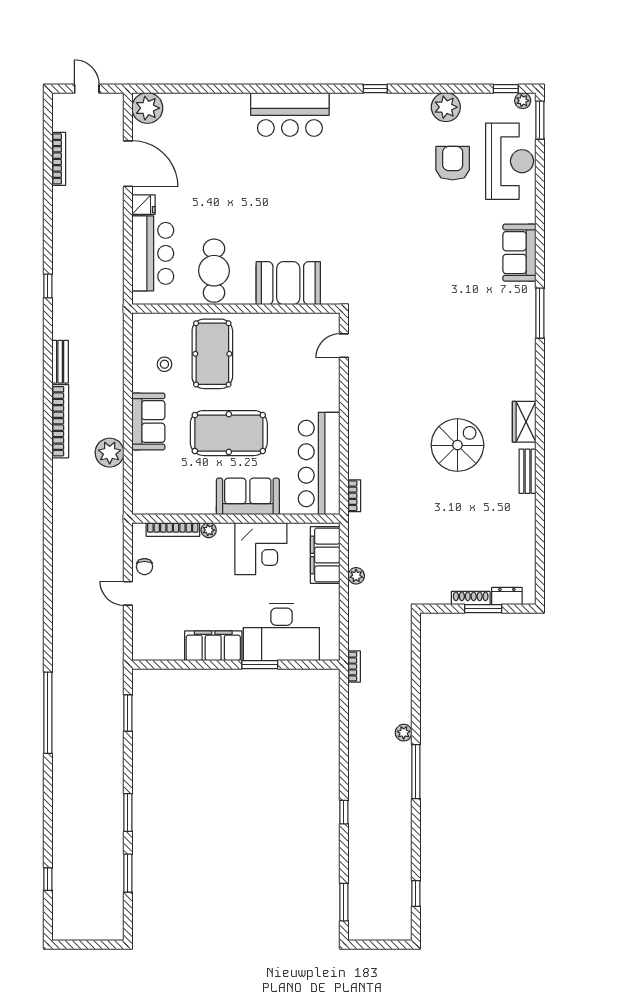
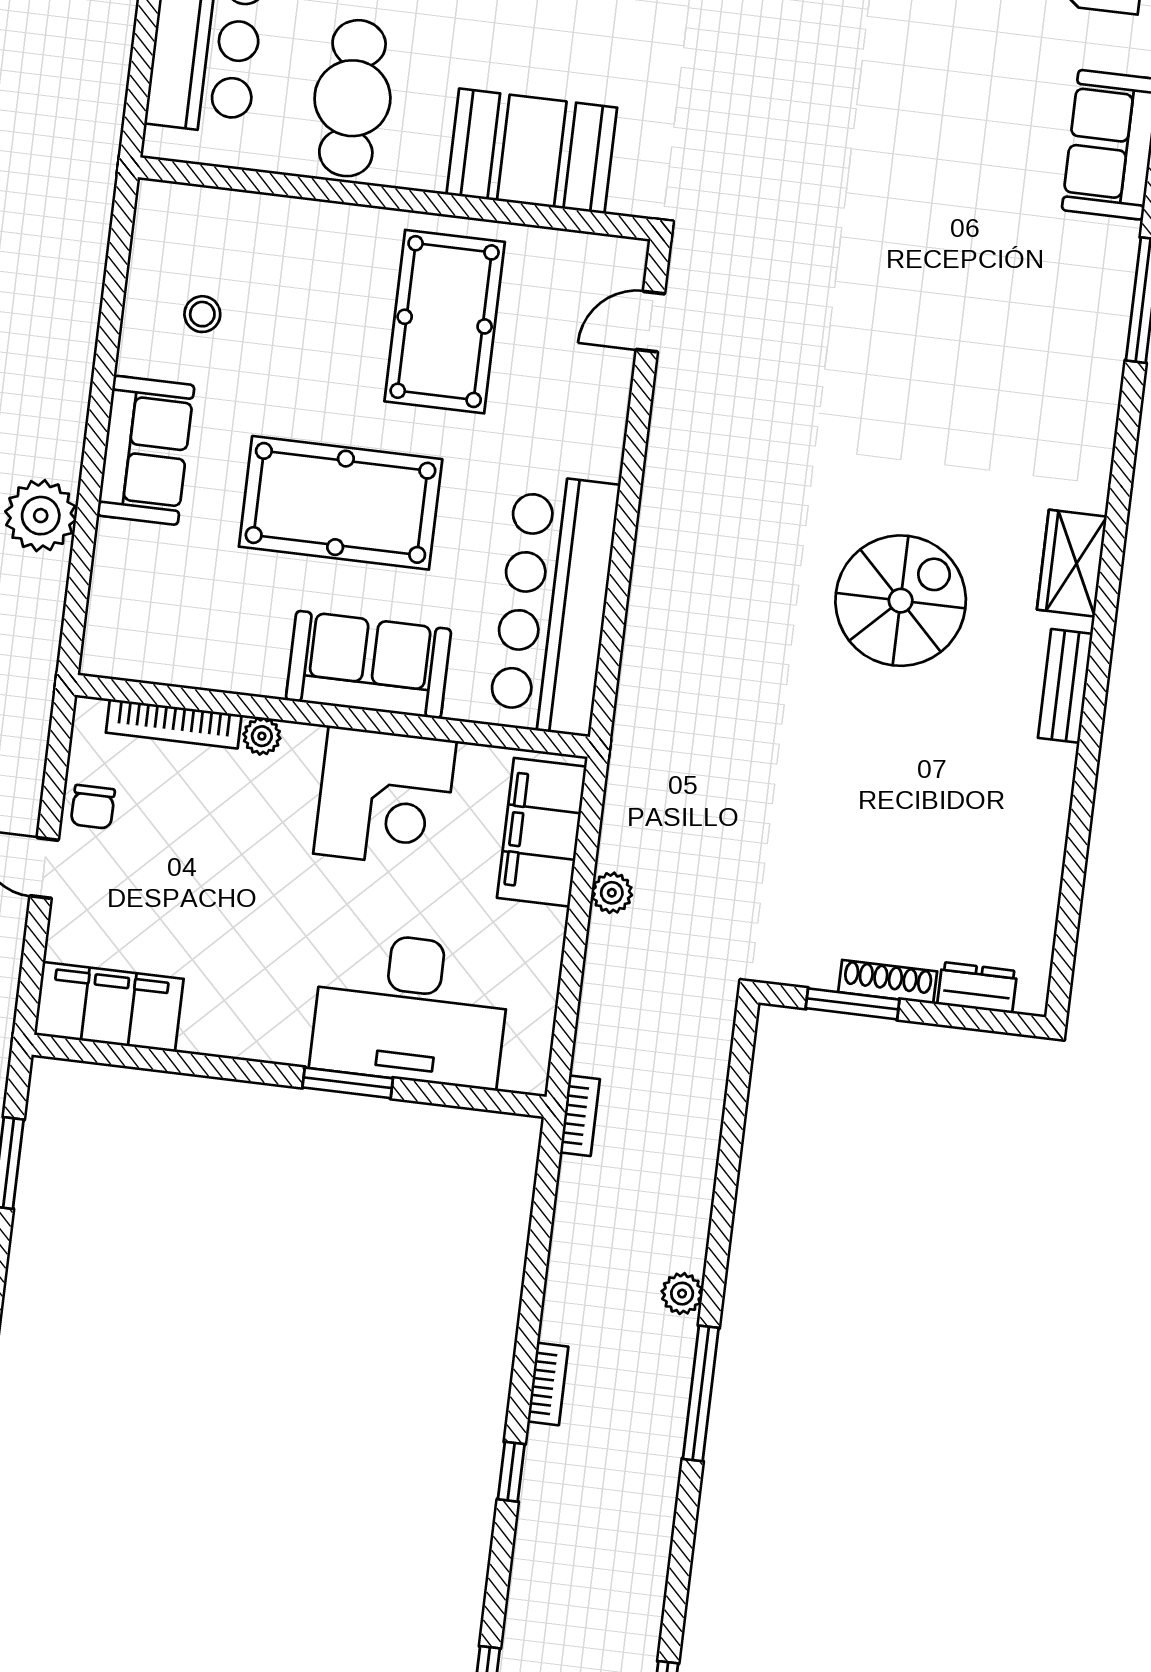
pool table: (212, 354) -> (445, 322), moved
bookcase: (354, 496) -> (548, 1384), moved
window: (483, 609) -> (853, 1004), moved
filing cabinet: (213, 646) -> (109, 1007), moved

